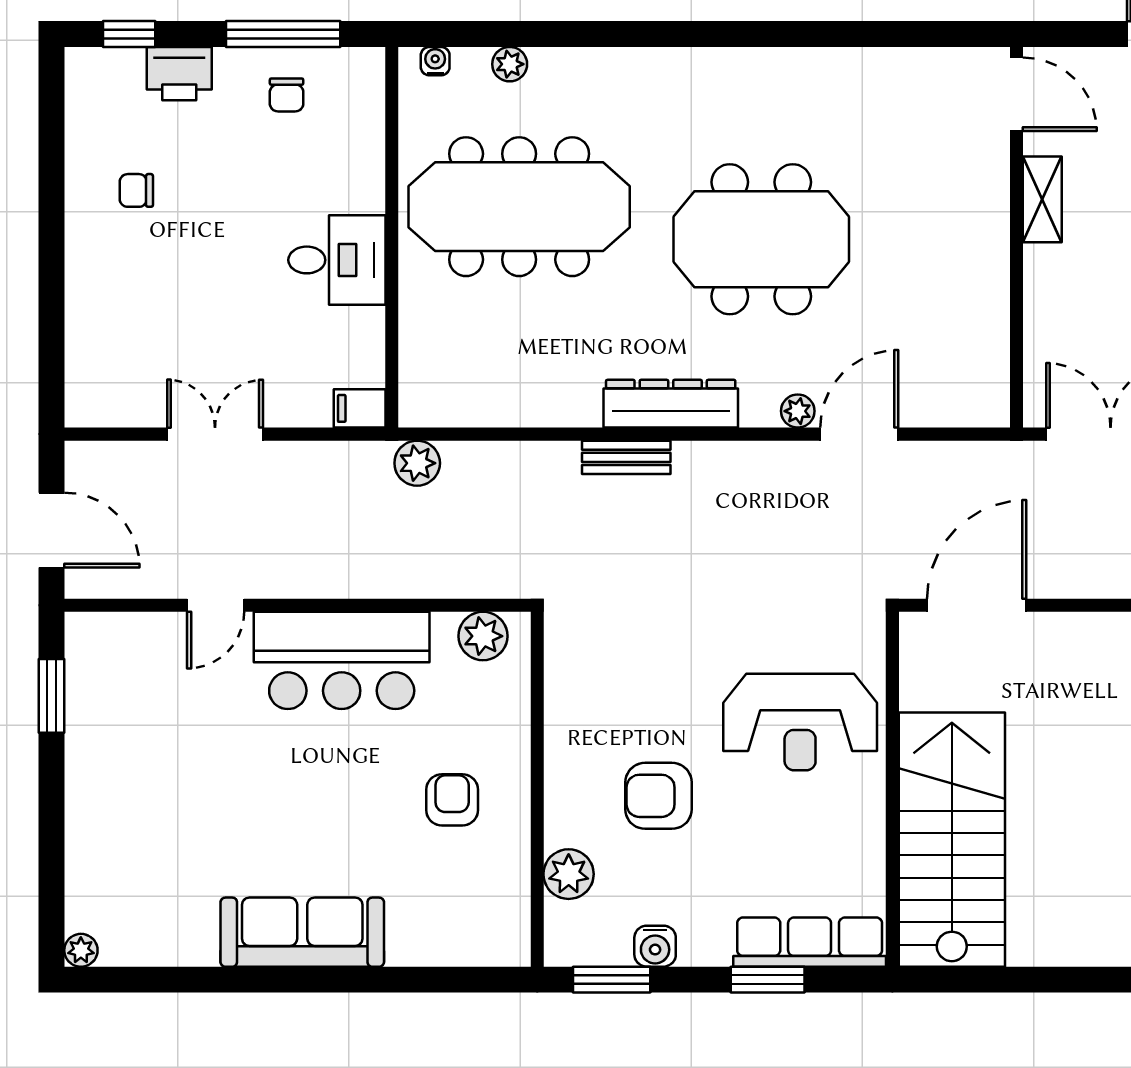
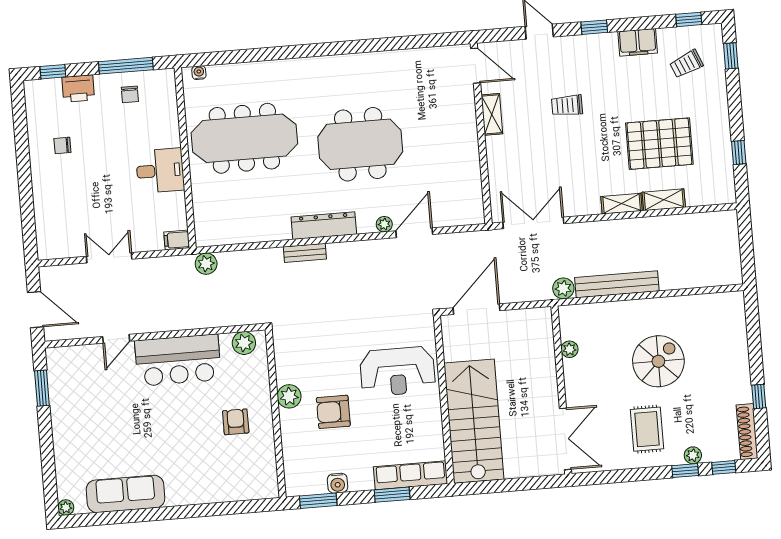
plant: (510, 64) -> (234, 71), removed
plant: (569, 874) -> (289, 396), moved
sofa: (302, 932) -> (126, 494), moved

